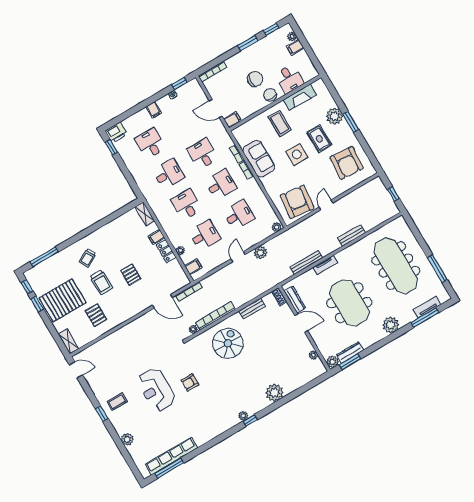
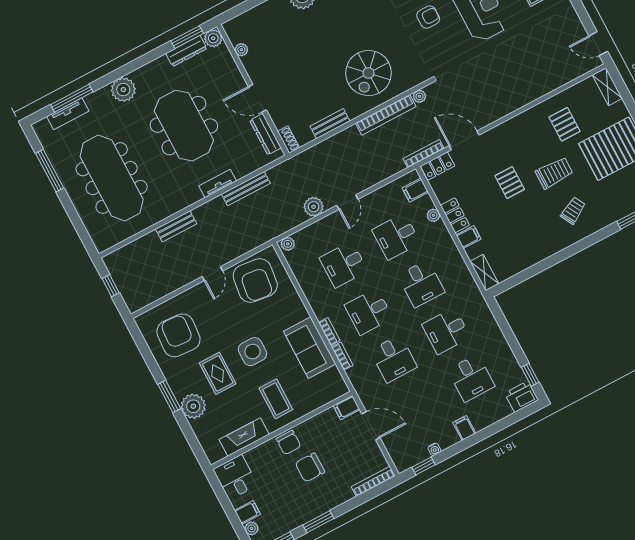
desk: (289, 79) -> (235, 477), moved
trolley: (101, 282) -> (554, 173), turned 90
locker: (179, 283) -> (438, 166), added

